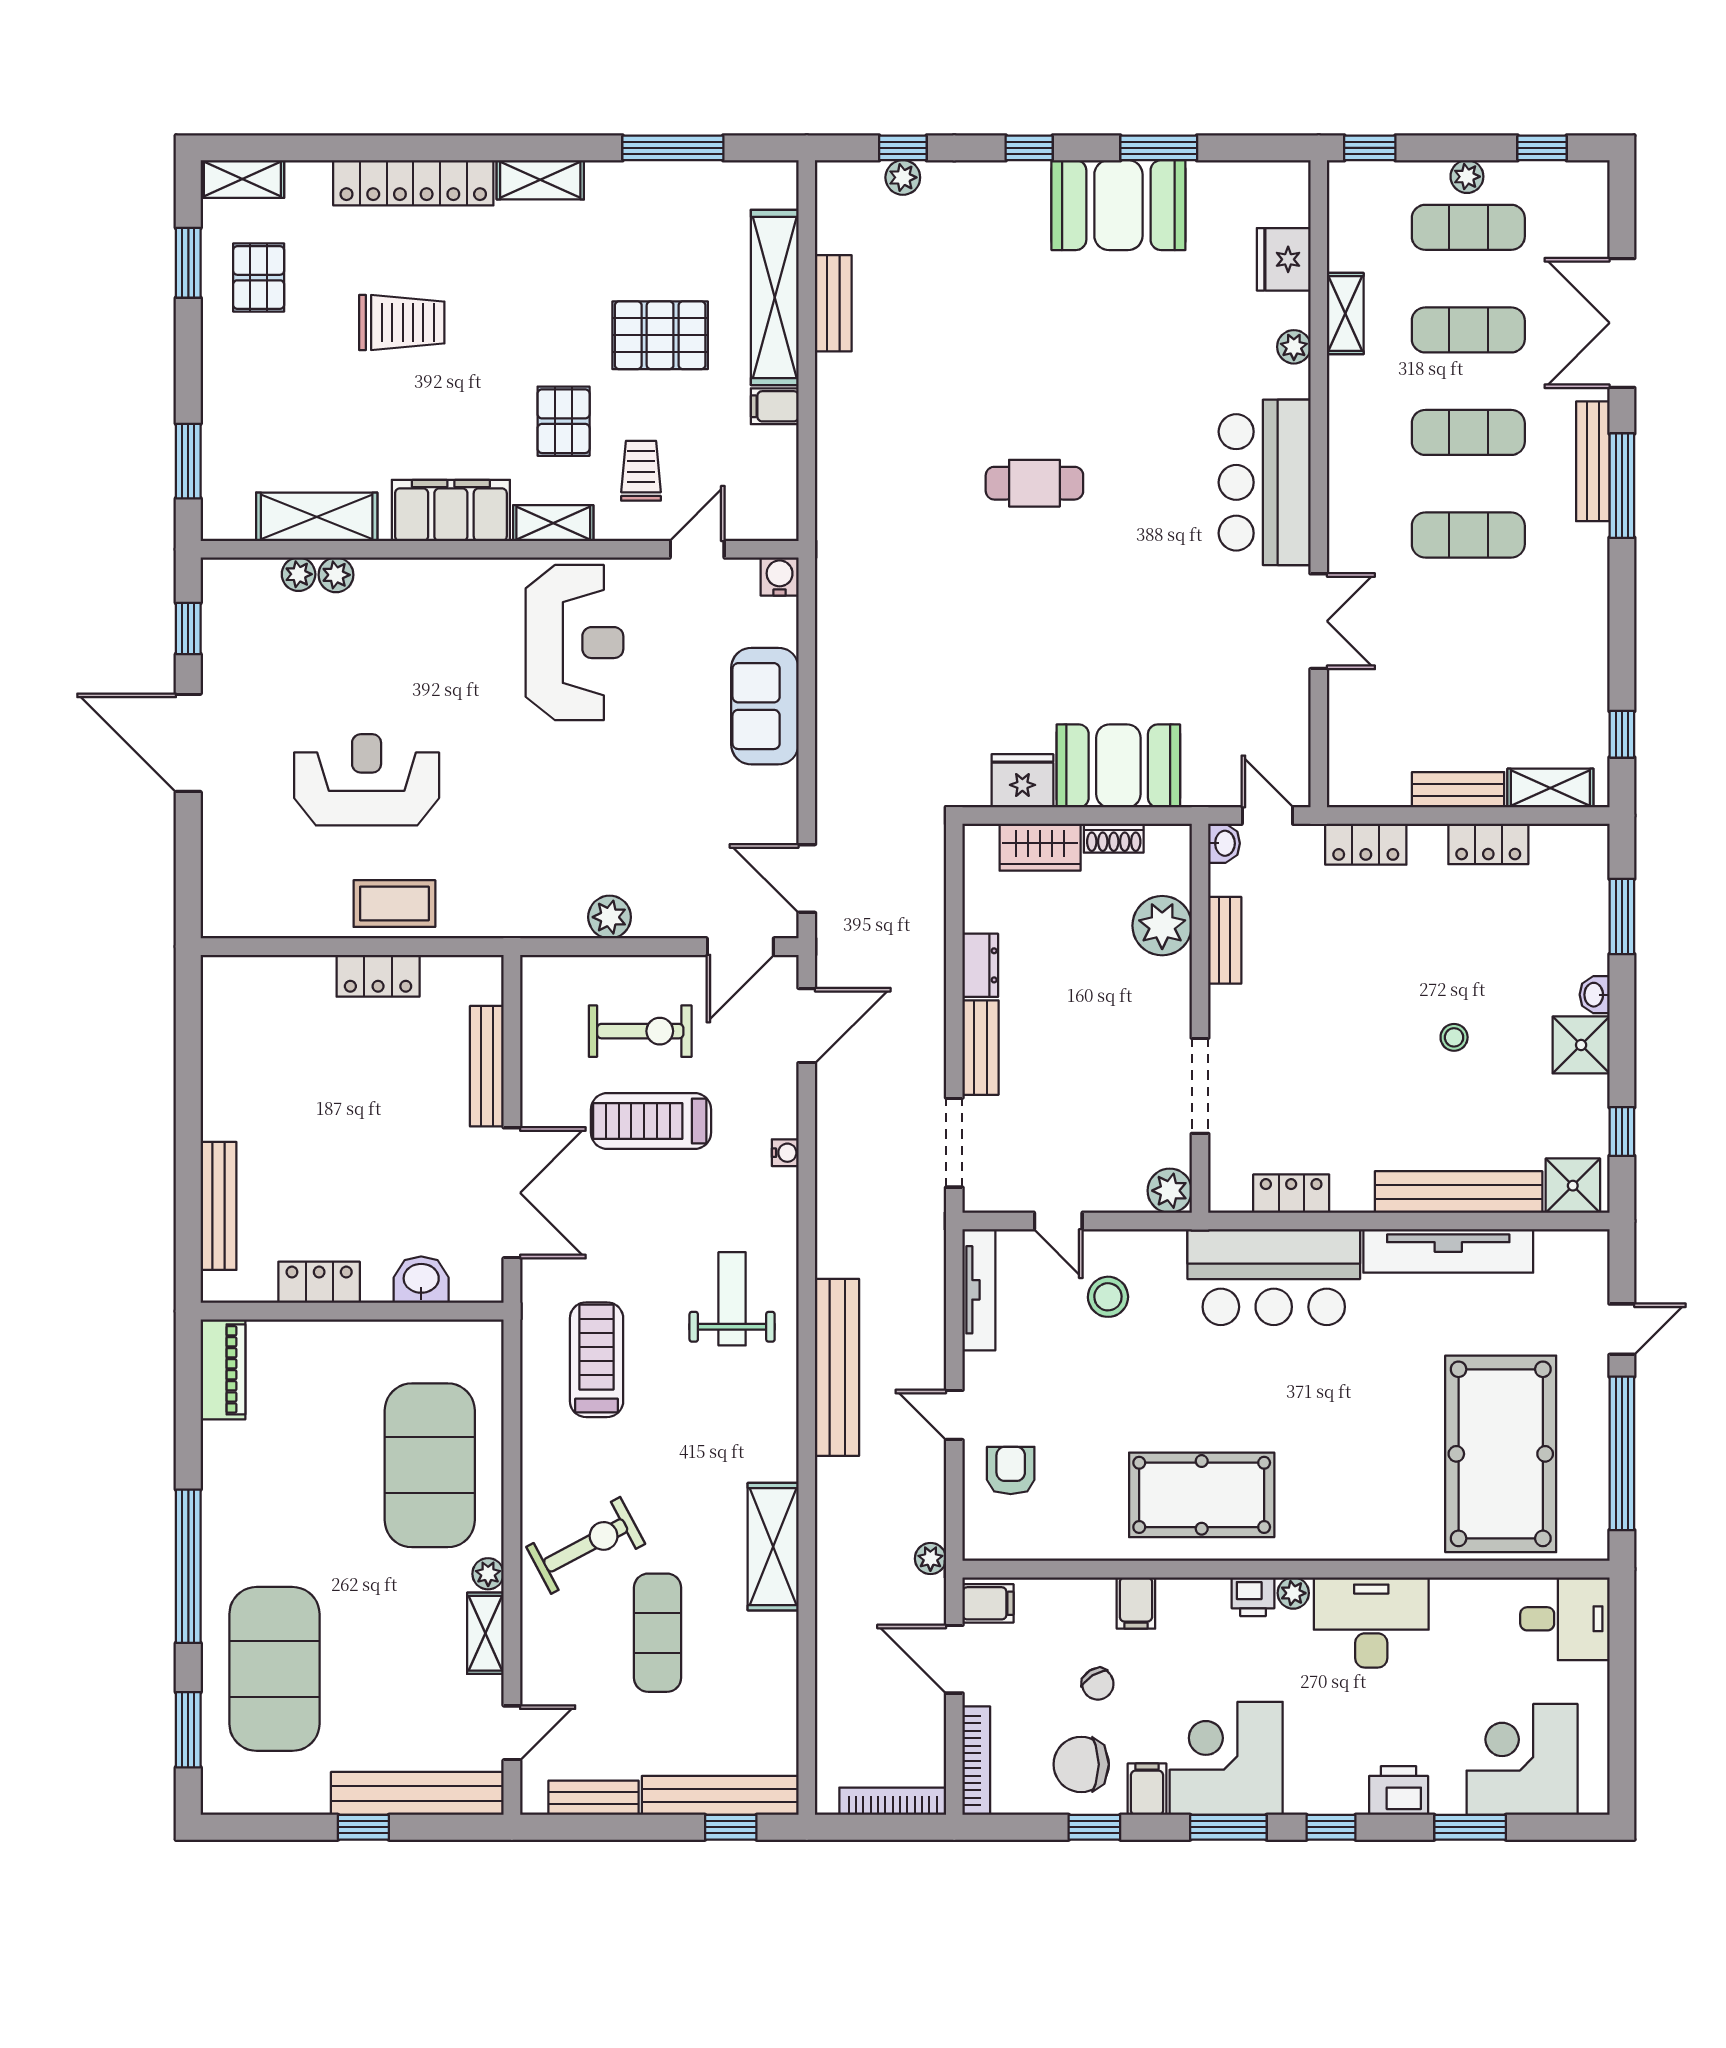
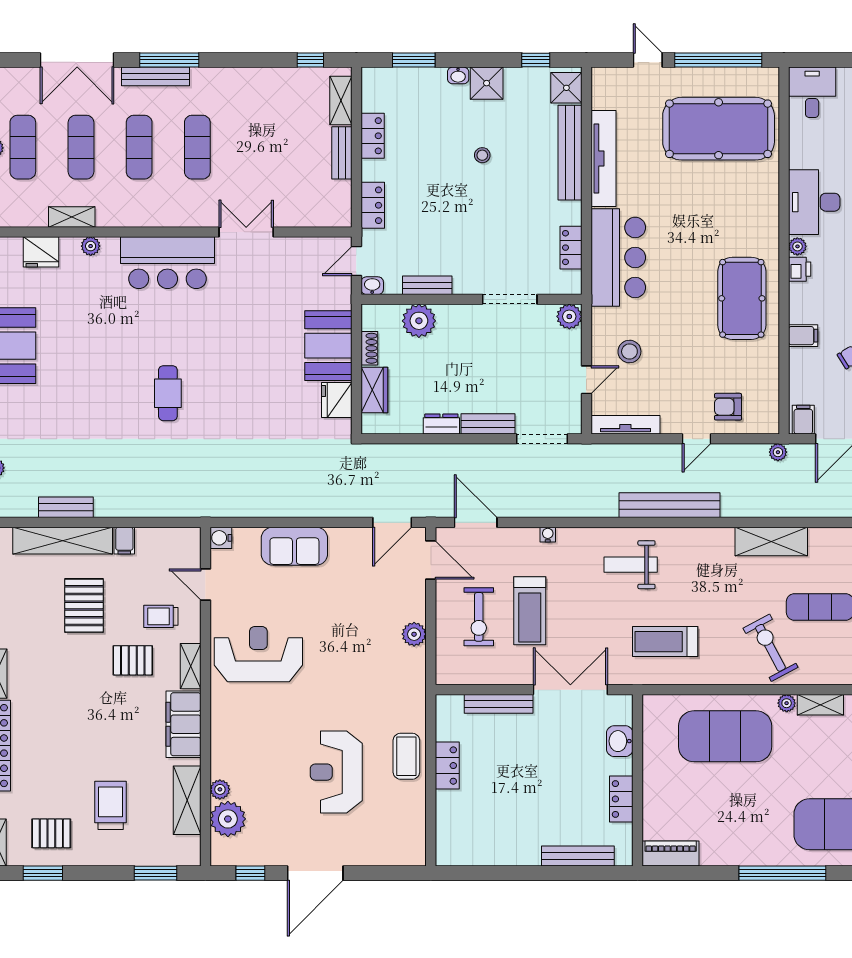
trolley: (402, 323) -> (111, 805), moved
plant: (299, 574) -> (228, 819), width x1.87, depth x1.87
exercise bike: (640, 1031) -> (479, 617), turned 180

